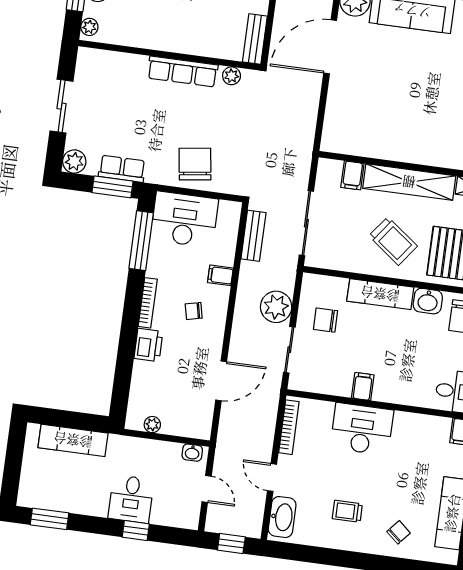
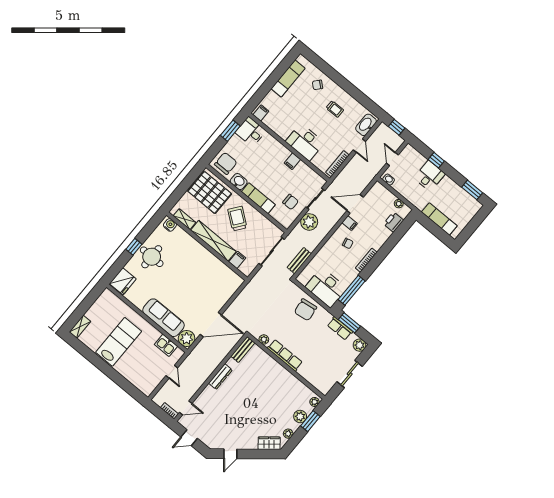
filing cabinet: (220, 275) -> (350, 223), moved
printer: (148, 345) -> (394, 222), moved

